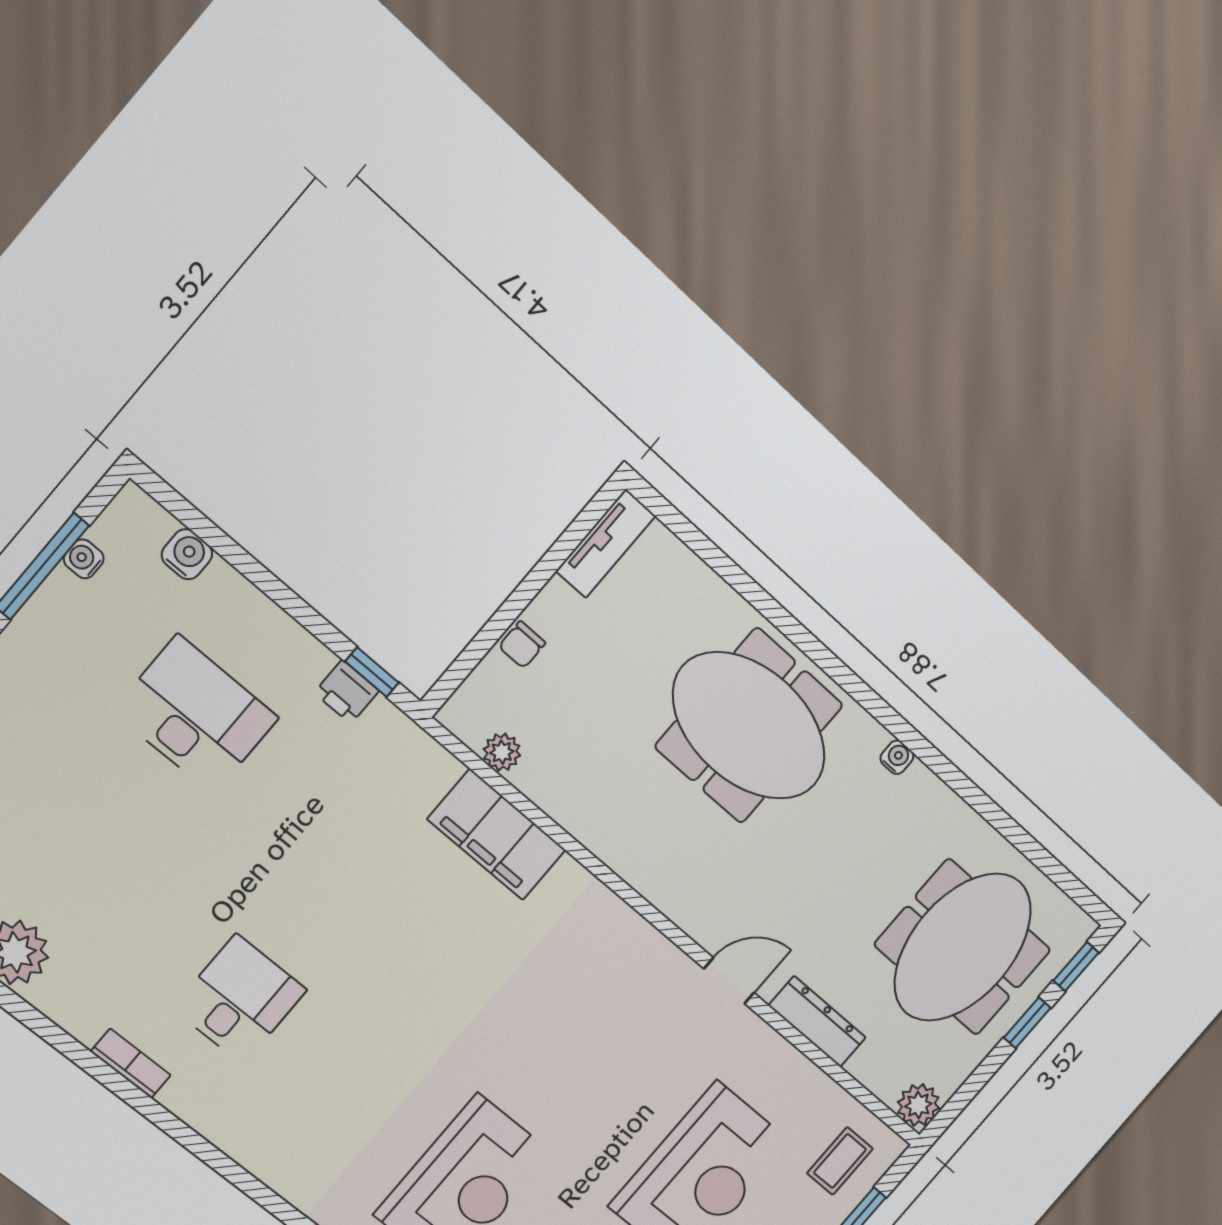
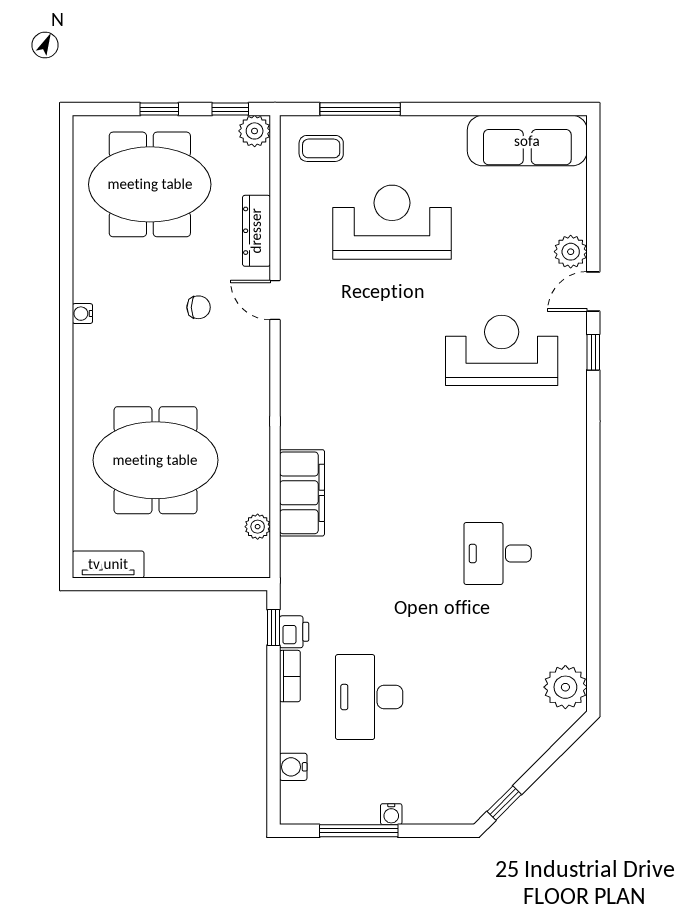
water cooler: (84, 559) -> (391, 814), moved
chair: (522, 645) -> (199, 307), moved
meeting table: (749, 726) -> (155, 460), moved, turned 90
window: (1076, 967) -> (230, 109), moved
bookcase: (131, 1063) -> (290, 676), moved, turned 180

